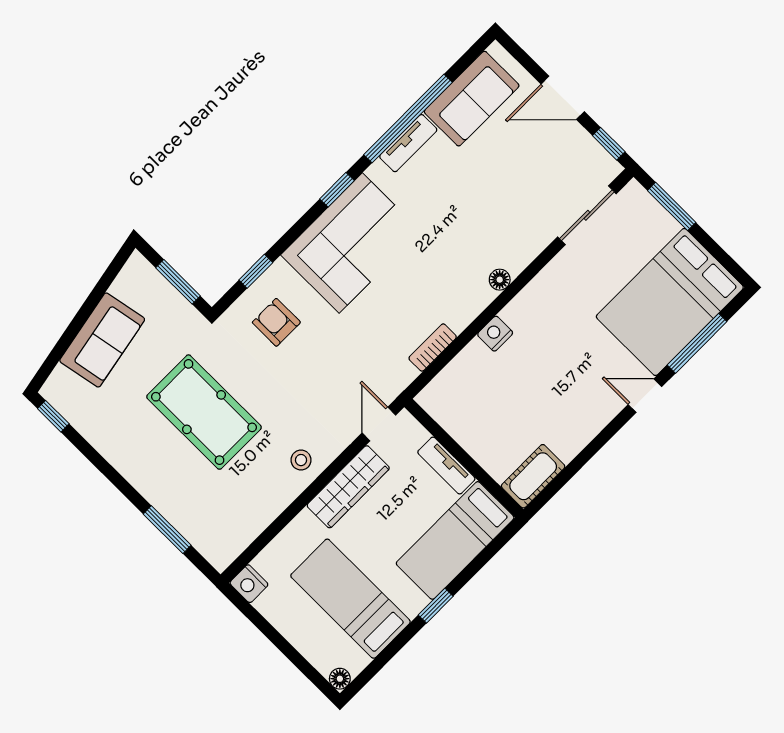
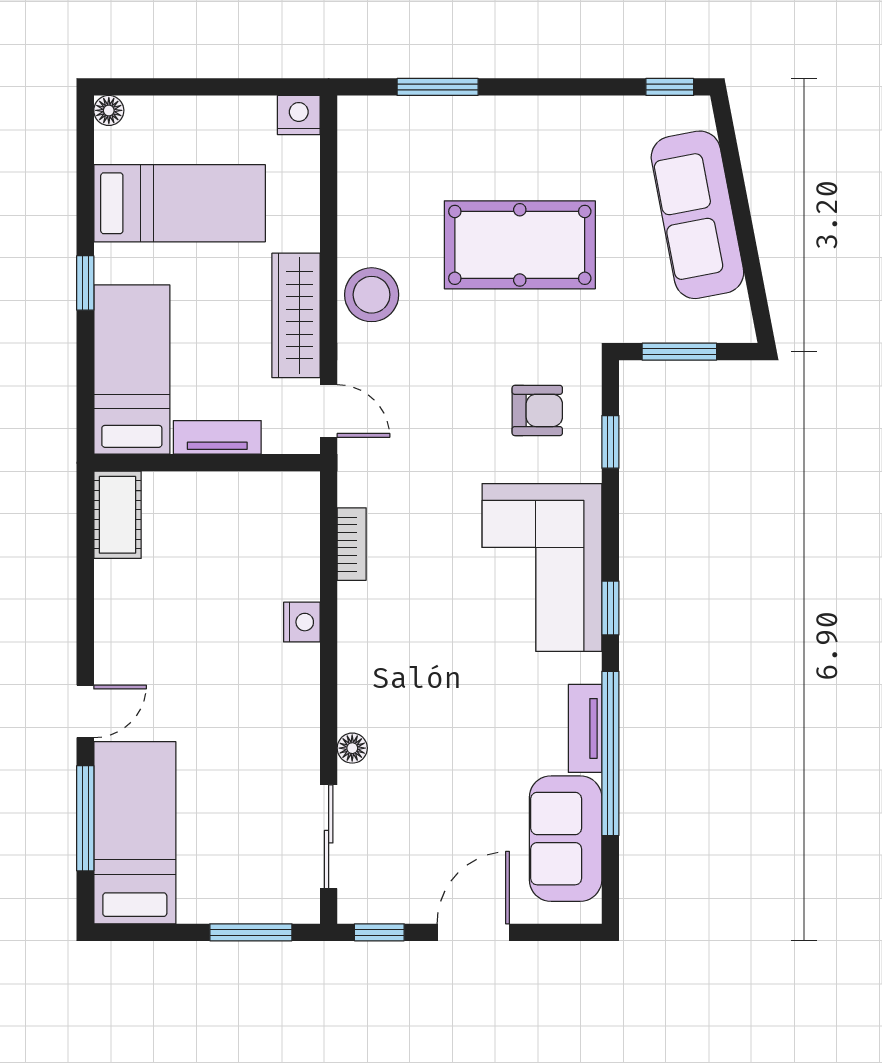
floor lamp: (500, 280) -> (352, 748), moved
bed: (670, 302) -> (135, 833), width x0.67
sofa: (102, 340) -> (697, 215), width x1.36
stool: (301, 460) -> (372, 295), width x1.89, depth x1.89

